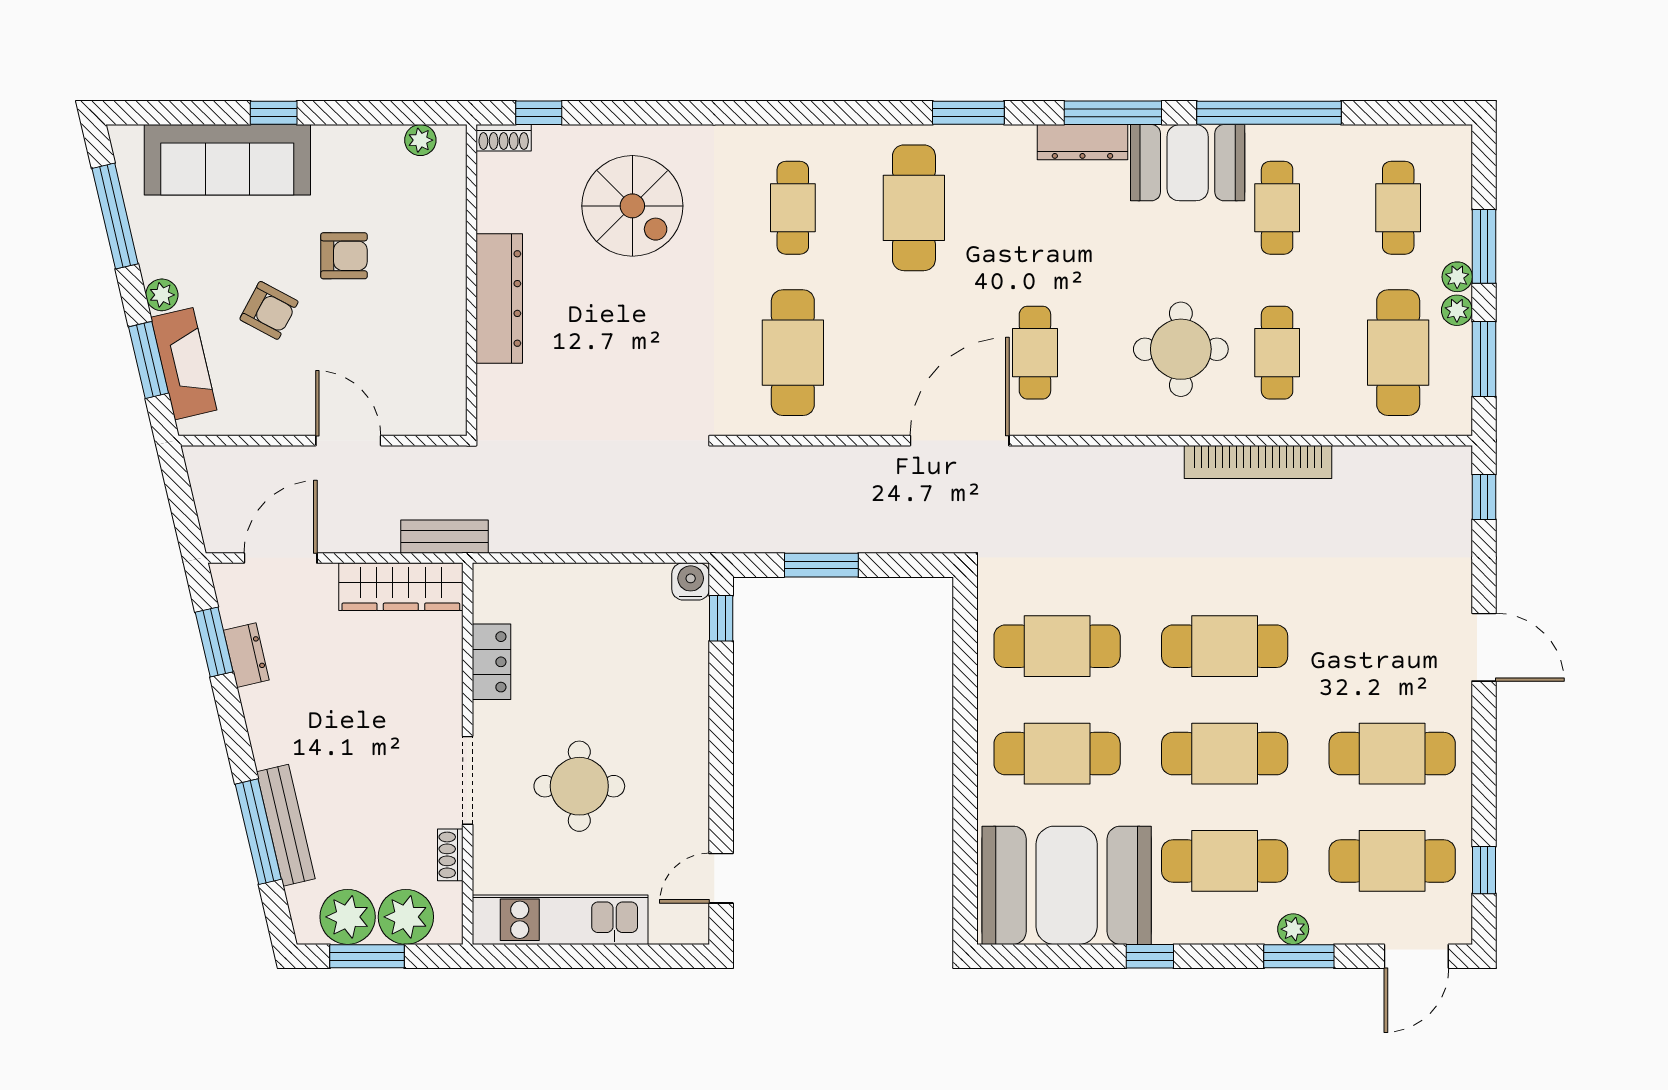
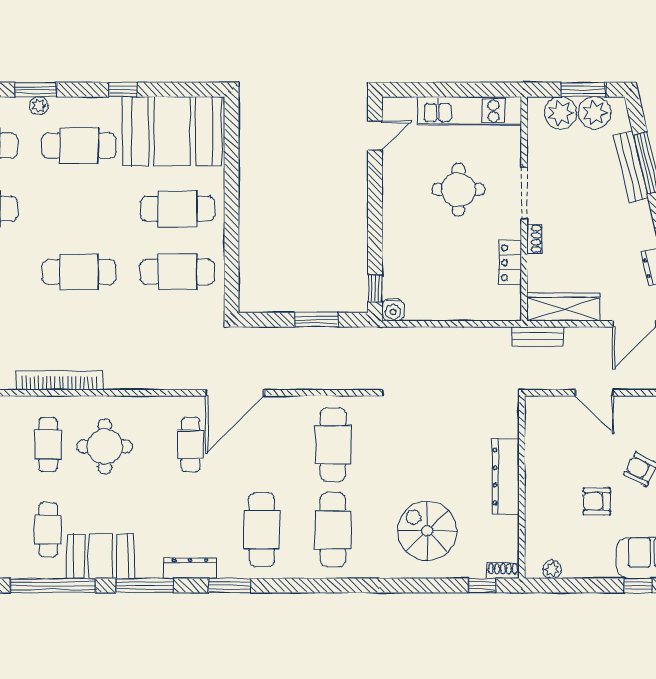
dresser: (1082, 142) -> (190, 568), moved
cafe table: (793, 208) -> (333, 530), width x1.37, depth x1.35
cafe table: (1225, 754) -> (79, 209), removed
shoe rack: (450, 855) -> (534, 239), moved

